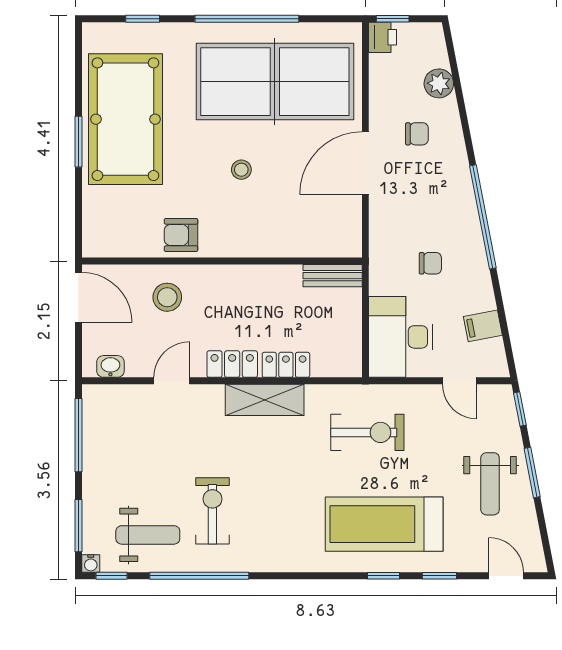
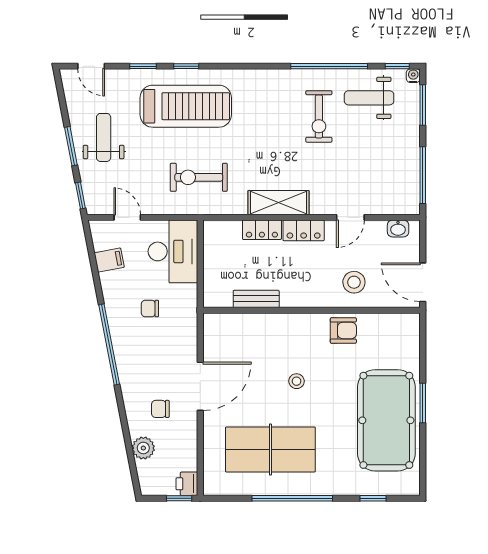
table tennis table: (275, 82) -> (270, 449), width x0.73, depth x0.76
bench: (333, 276) -> (256, 299), moved

